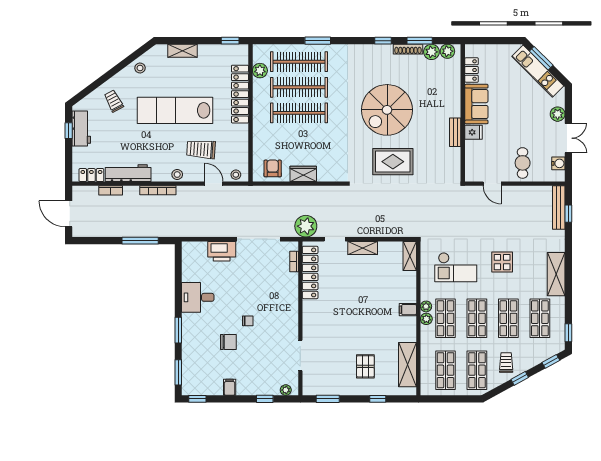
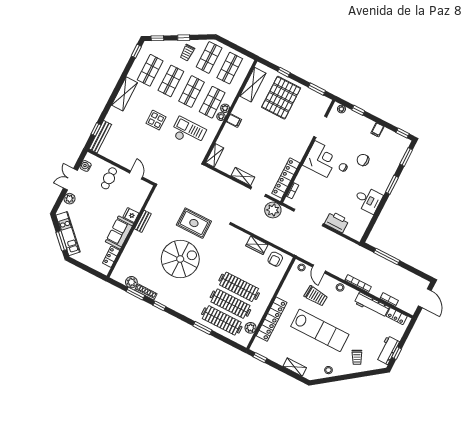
plant: (447, 51) -> (121, 277), removed
corner desk: (280, 317) -> (321, 159), added
pallet: (365, 366) -> (281, 98), width x2.05, depth x2.00

